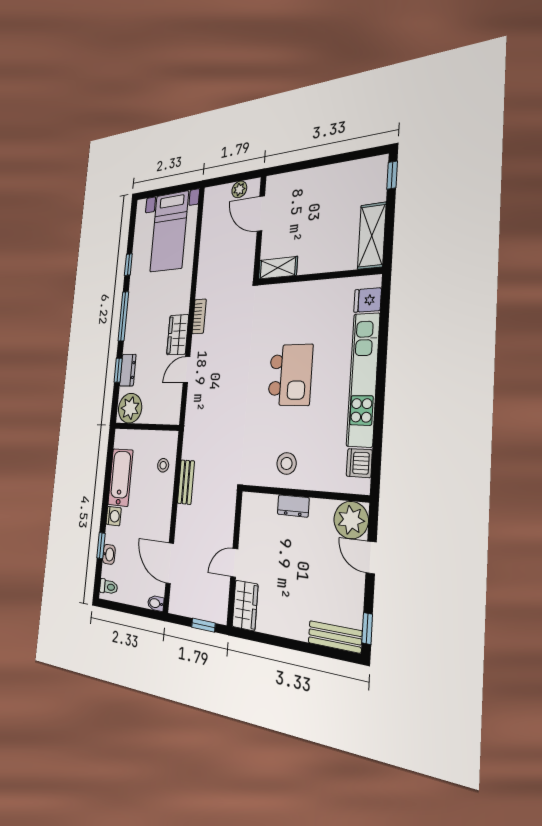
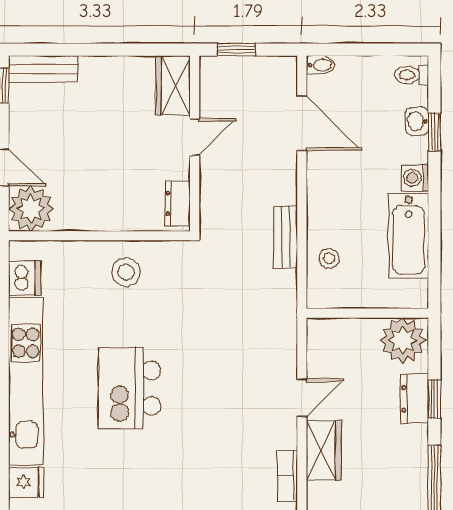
dresser: (293, 506) -> (178, 203), moved, turned -90

